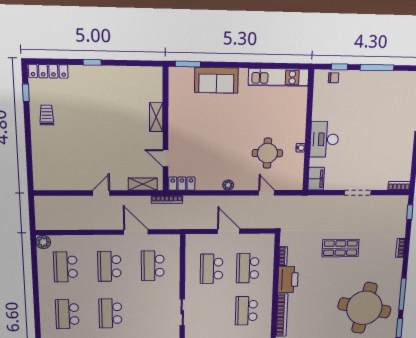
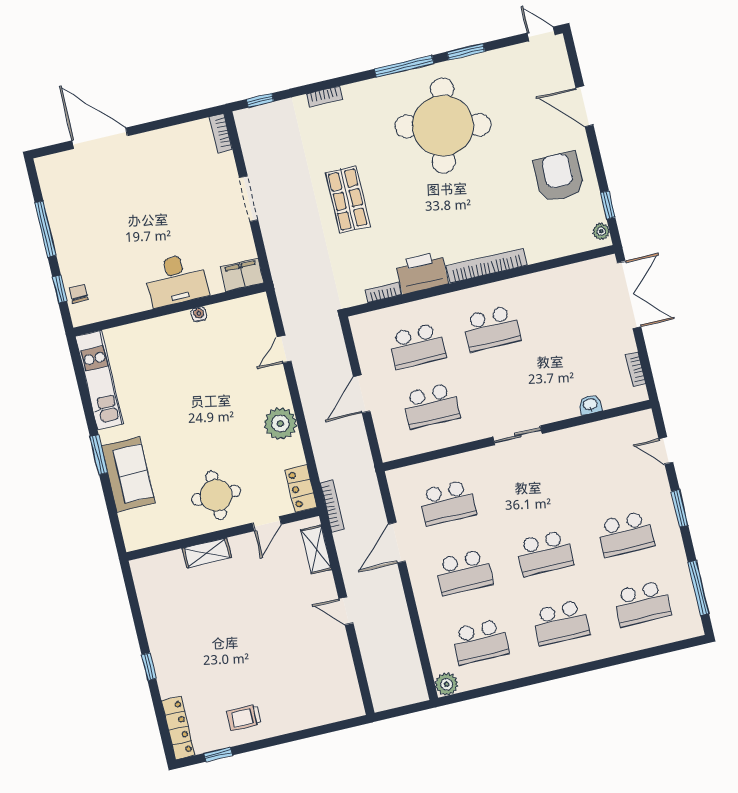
window: (188, 64) -> (99, 455), moved
round table: (267, 153) -> (216, 495), moved
plant: (228, 185) -> (280, 424), width x1.88, depth x1.88

